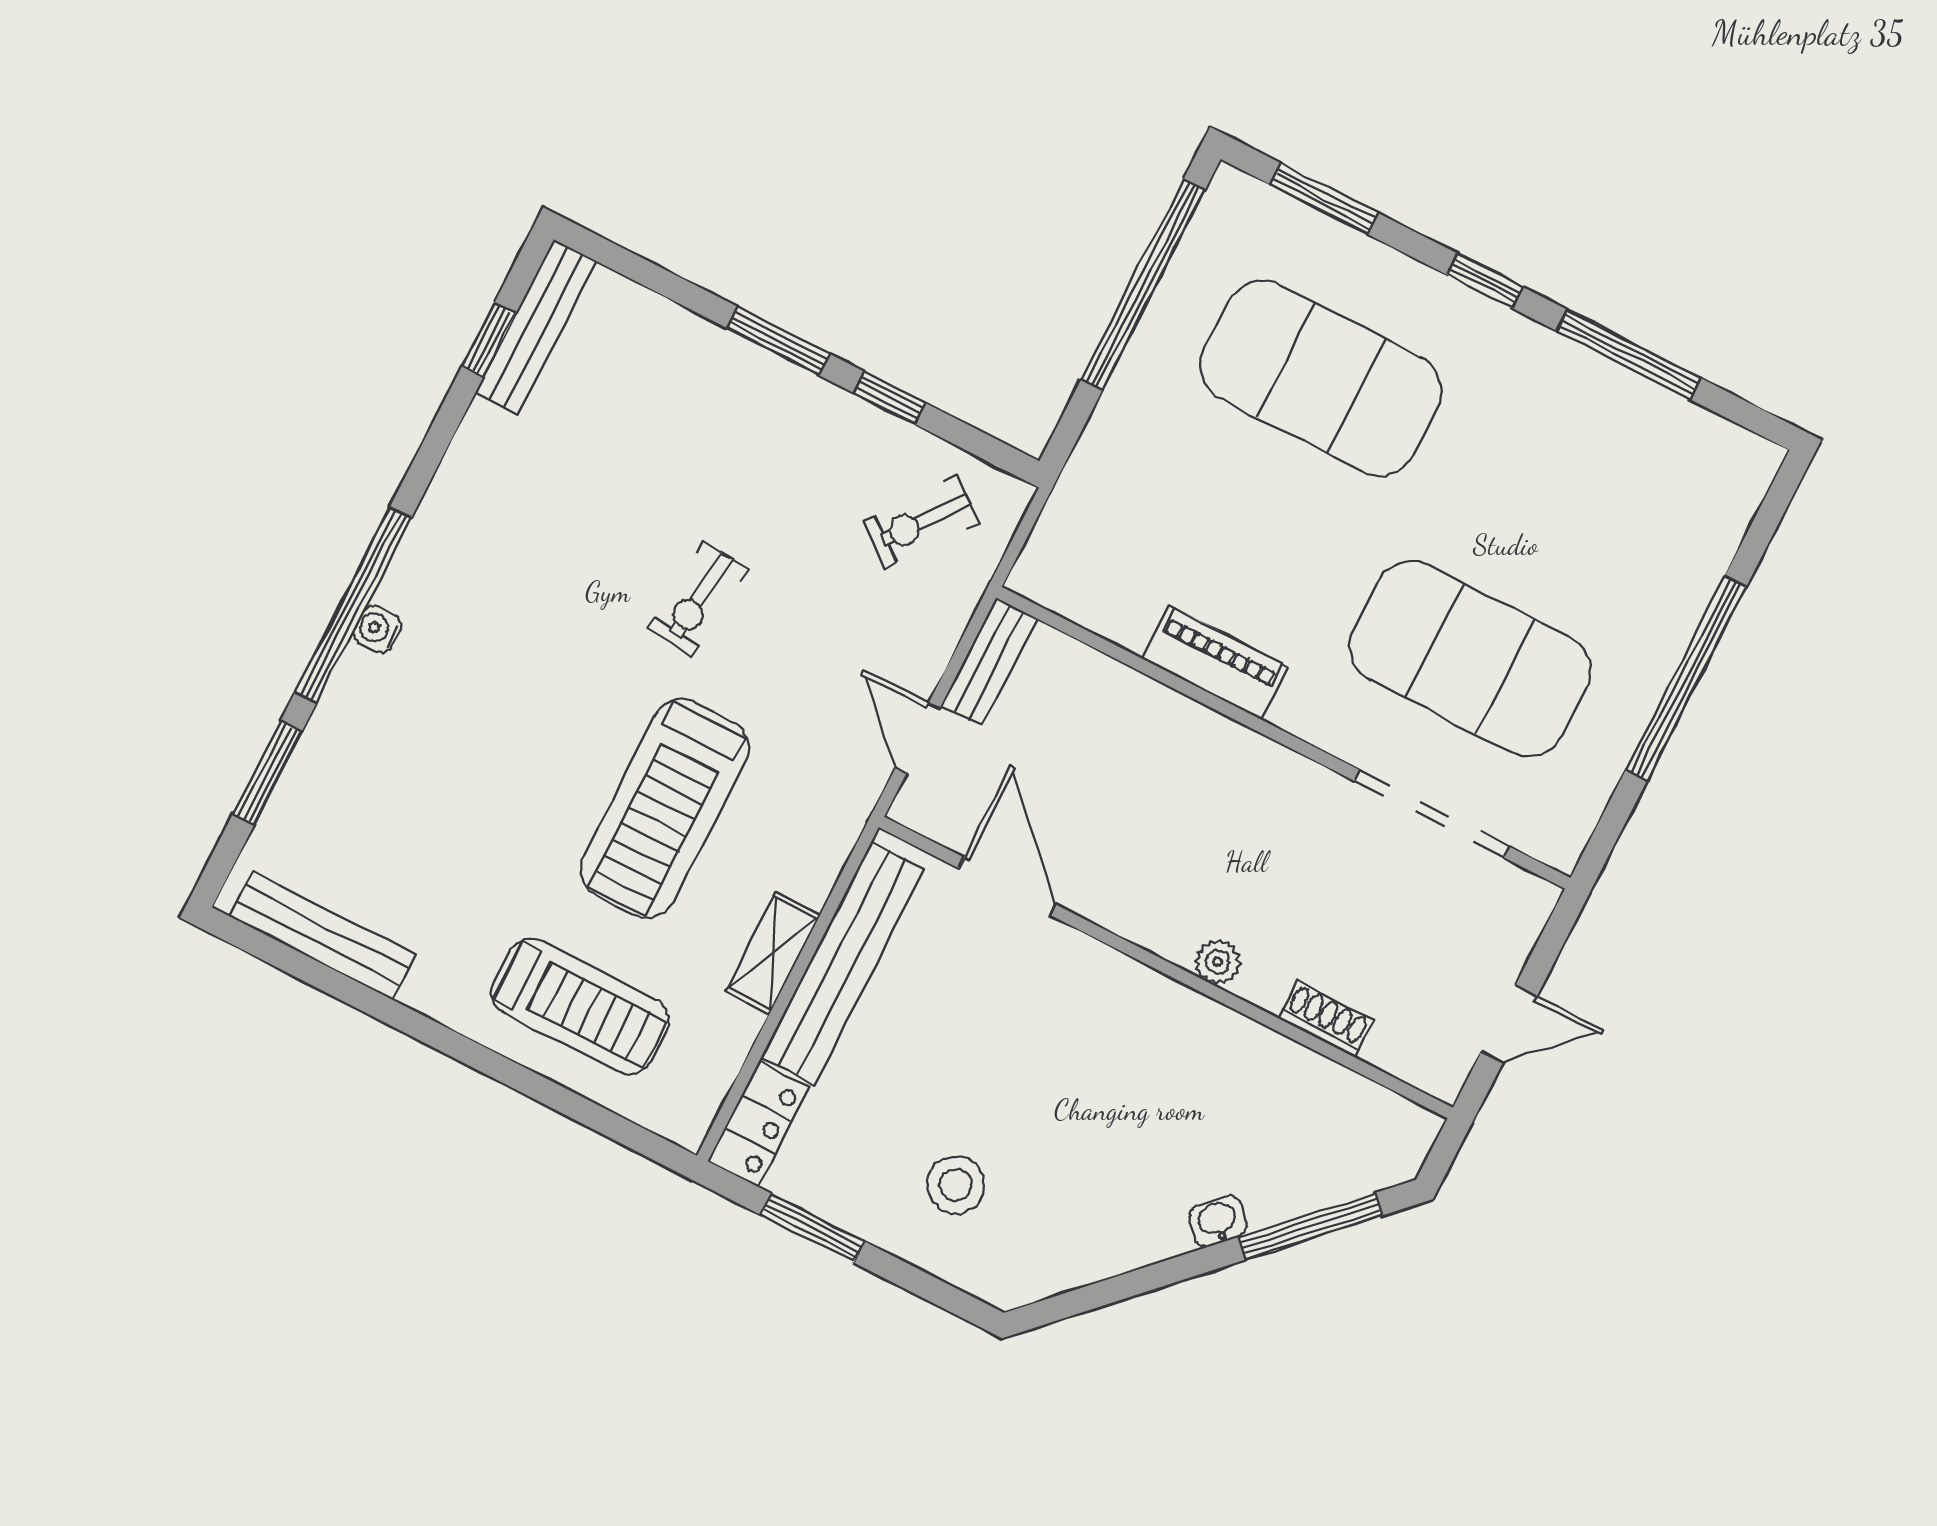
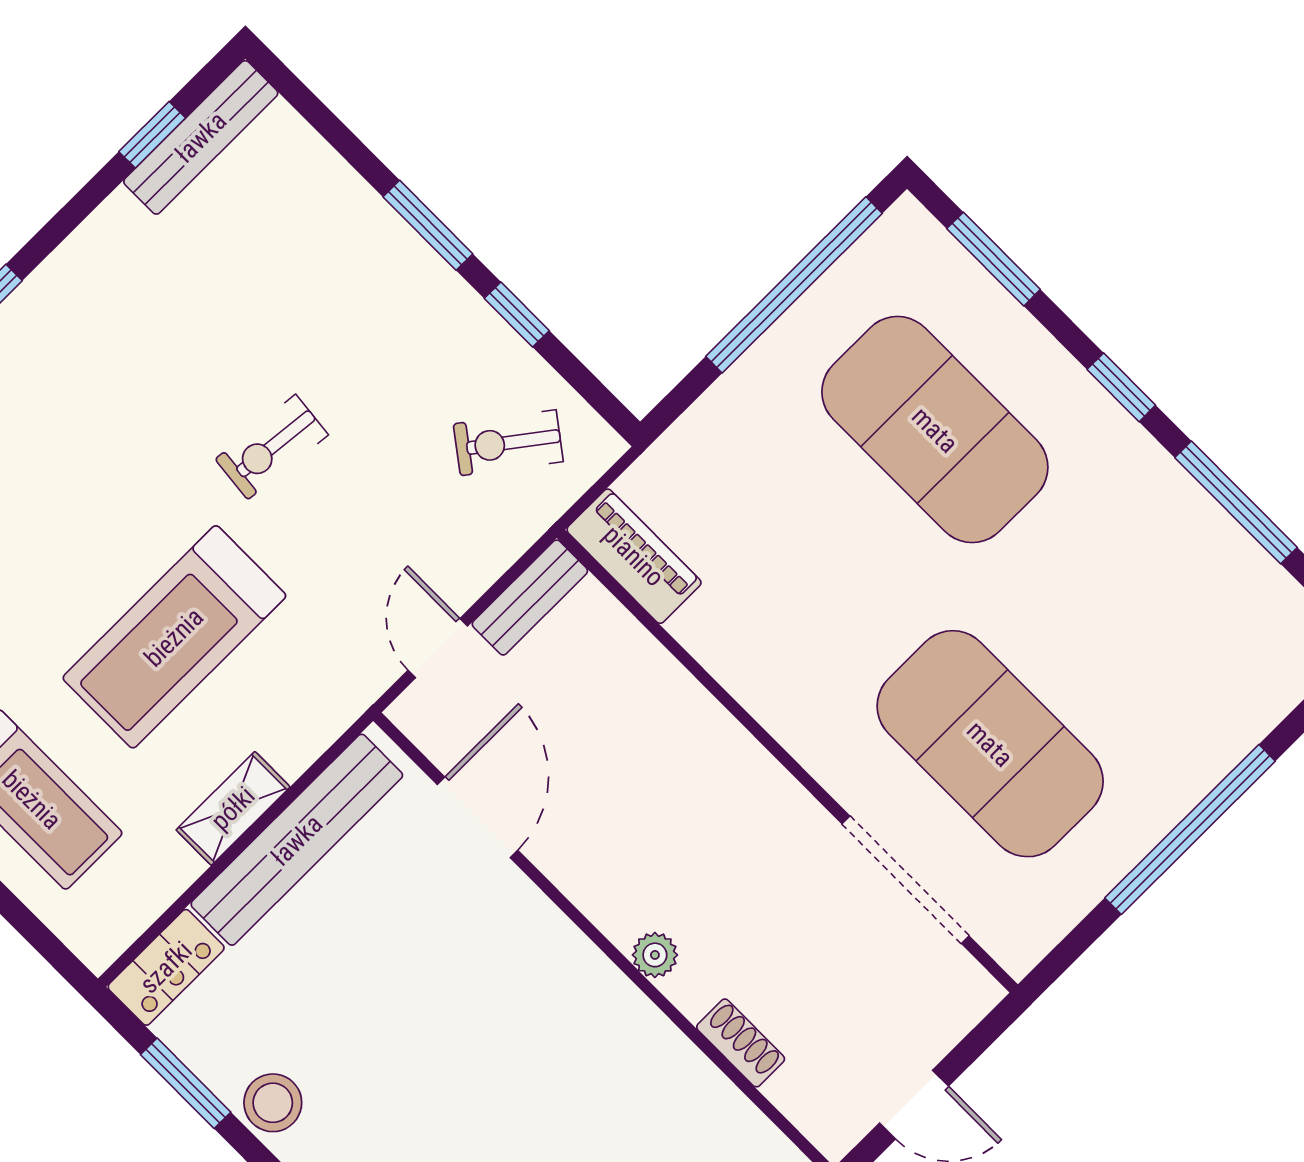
piano: (1215, 662) -> (634, 556), moved
stool: (956, 1185) -> (273, 1103), moved

